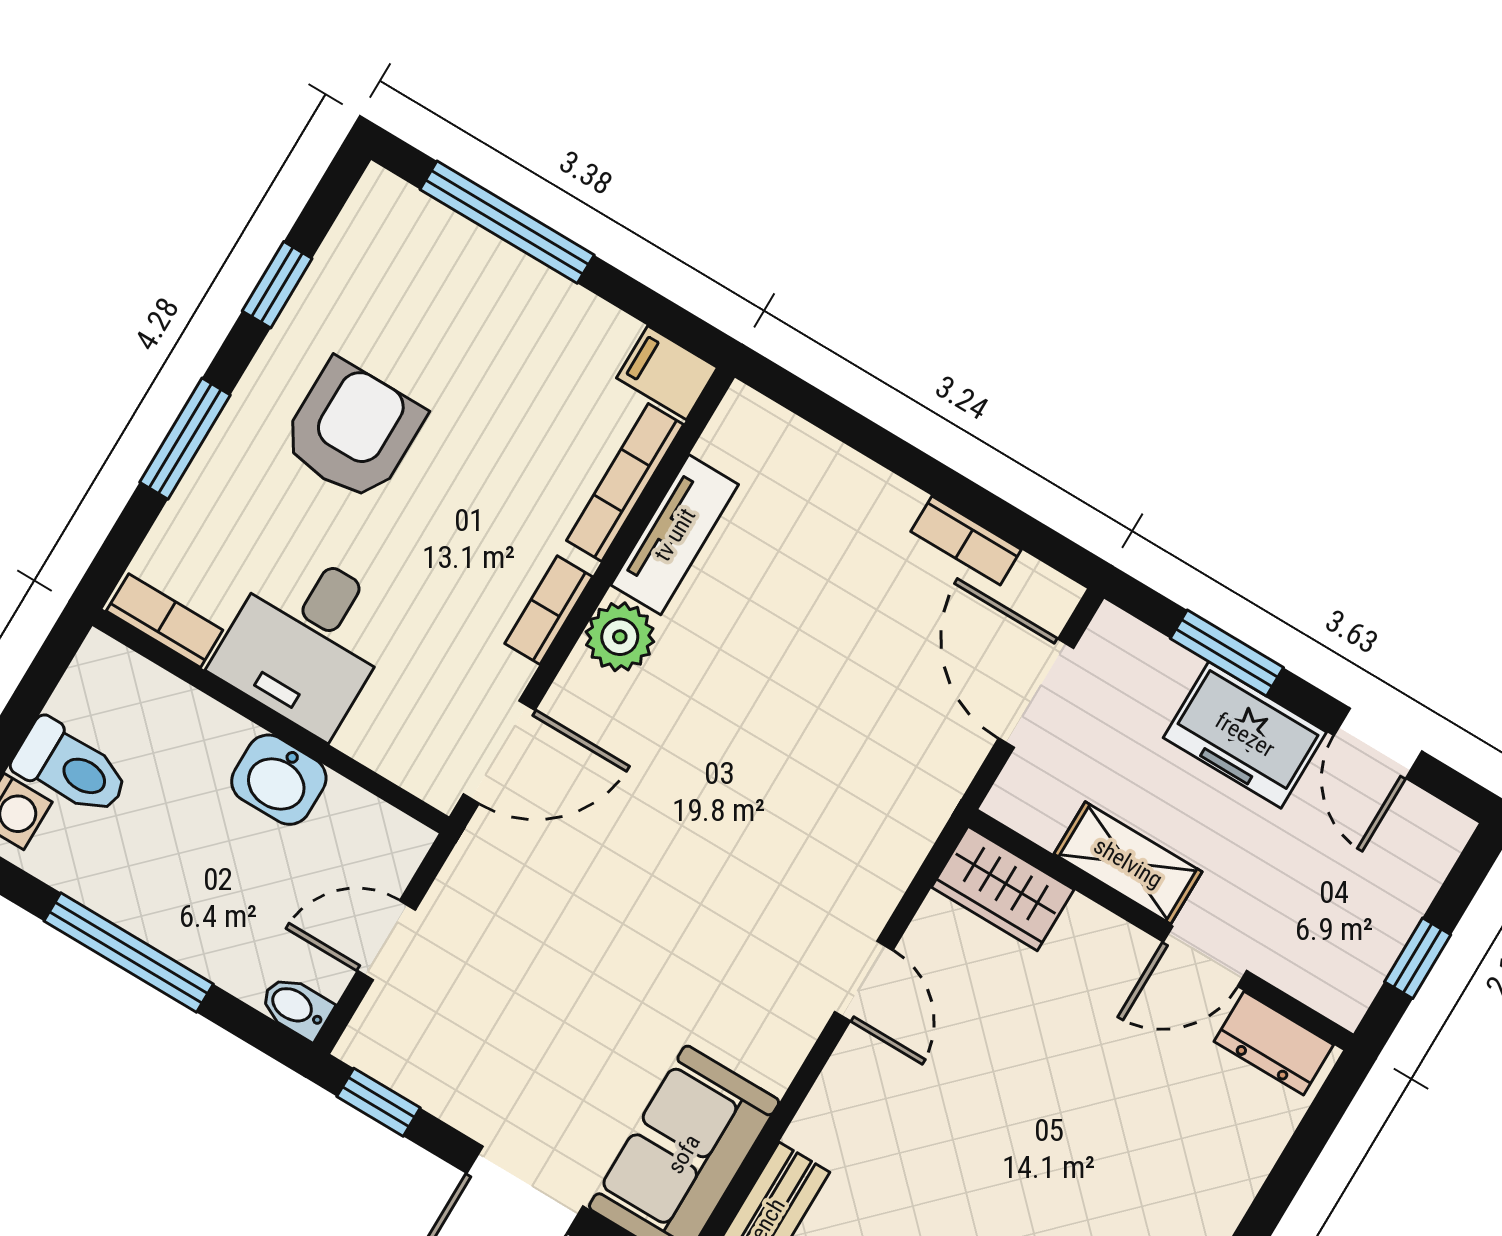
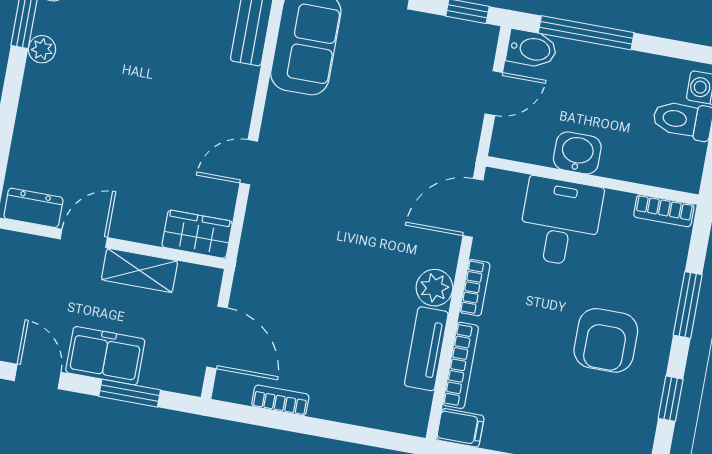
desk: (306, 641) -> (560, 222), moved
window: (129, 953) -> (586, 33), moved
door: (864, 981) -> (249, 162), hinge flipped
bidet: (296, 1007) -> (532, 49), width x1.38, depth x1.36

